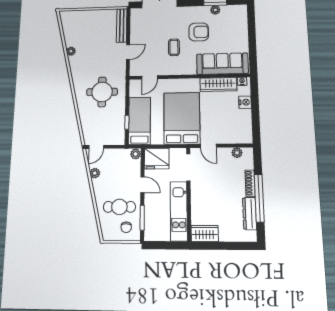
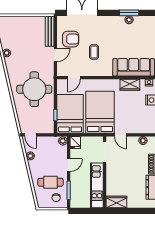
armchair: (199, 32) -> (71, 39), moved
wardrobe: (218, 84) -> (130, 85), width x0.67
round table: (102, 92) -> (34, 89), width x1.36, depth x1.36
bed: (140, 121) -> (70, 114), width x1.50
door: (96, 147) -> (31, 135), hinge flipped
fridge: (157, 159) -> (75, 143), width x0.53, depth x0.75
door: (142, 185) -> (69, 165), hinge flipped

